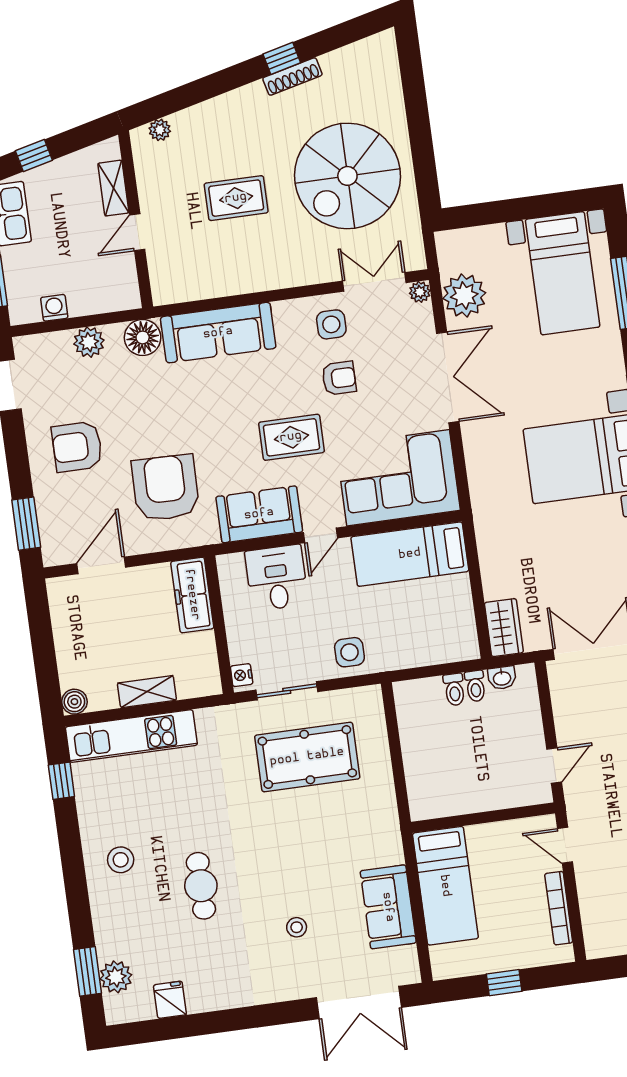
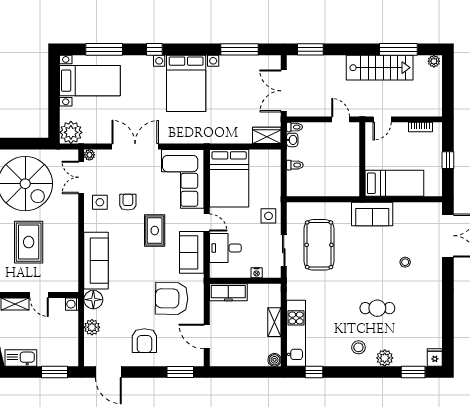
rug: (236, 198) -> (29, 242), width x1.36, depth x1.43
plant: (464, 296) -> (71, 132), moved
washing machine: (54, 308) -> (72, 304), moved
bed: (410, 554) -> (229, 178), width x1.50
nightstand: (242, 675) -> (257, 273), moved
toilet: (475, 686) -> (295, 127), moved
sofa: (388, 907) -> (372, 214), moved
bookcase: (559, 908) -> (420, 127), width x0.64
plant: (116, 977) -> (385, 358), moved
fridge: (170, 1000) -> (435, 357), moved, turned 90

